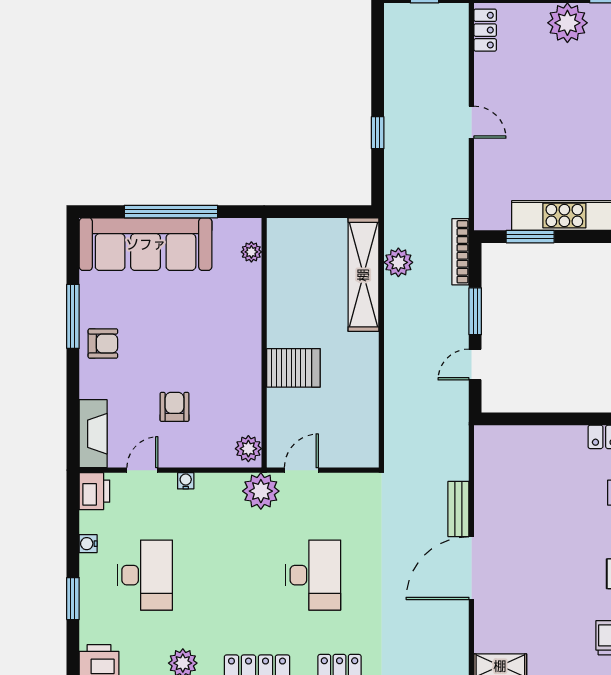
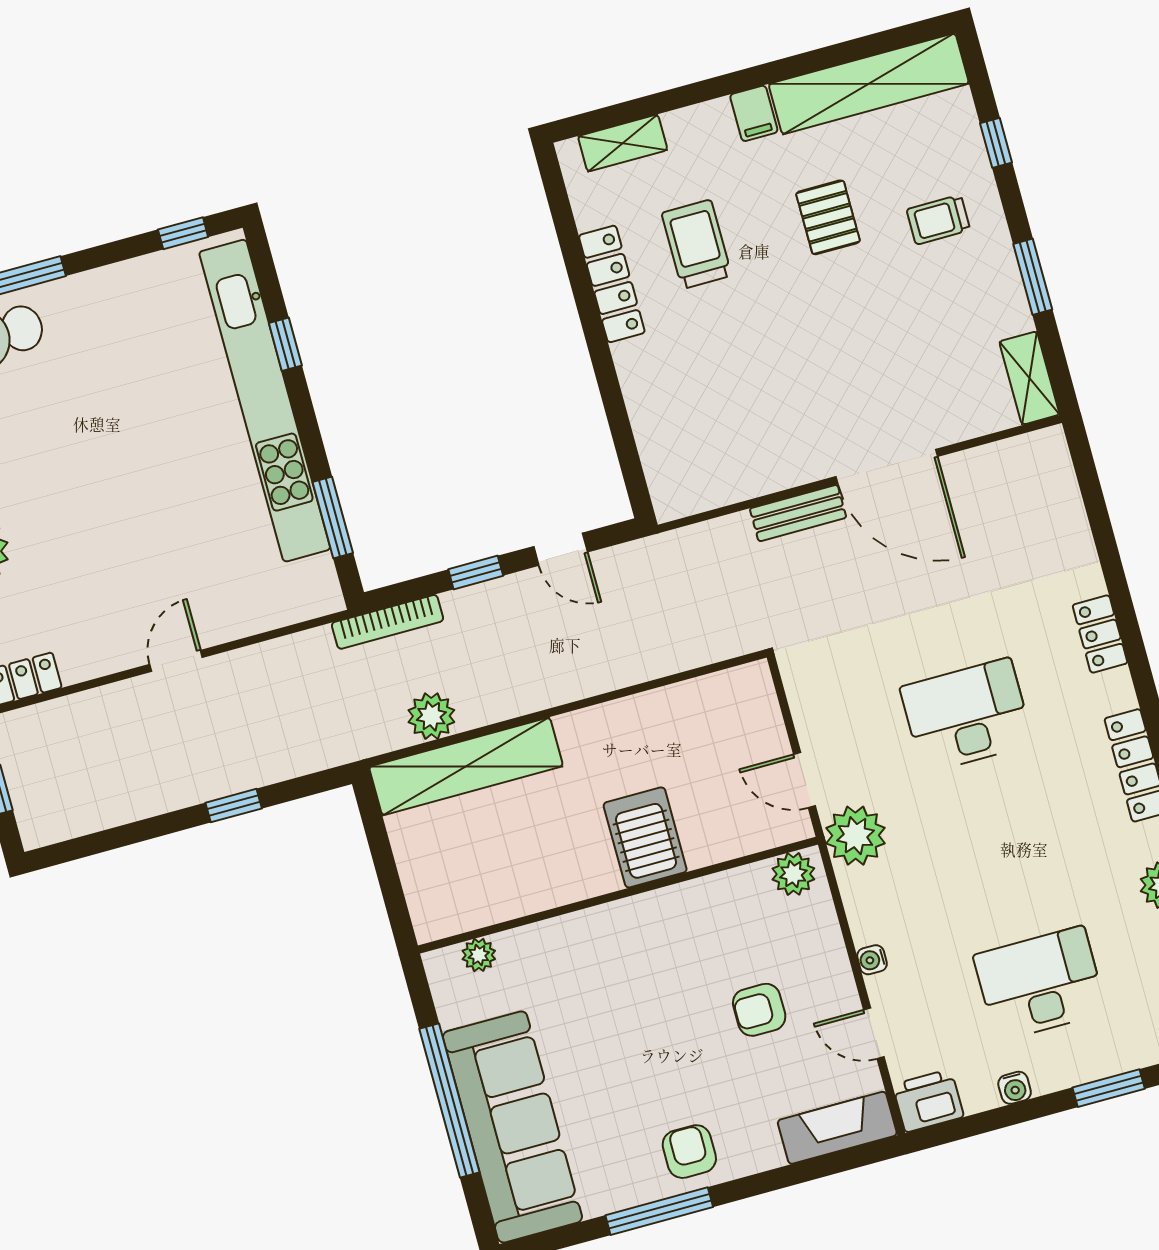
window: (475, 311) -> (476, 572), width x0.67

